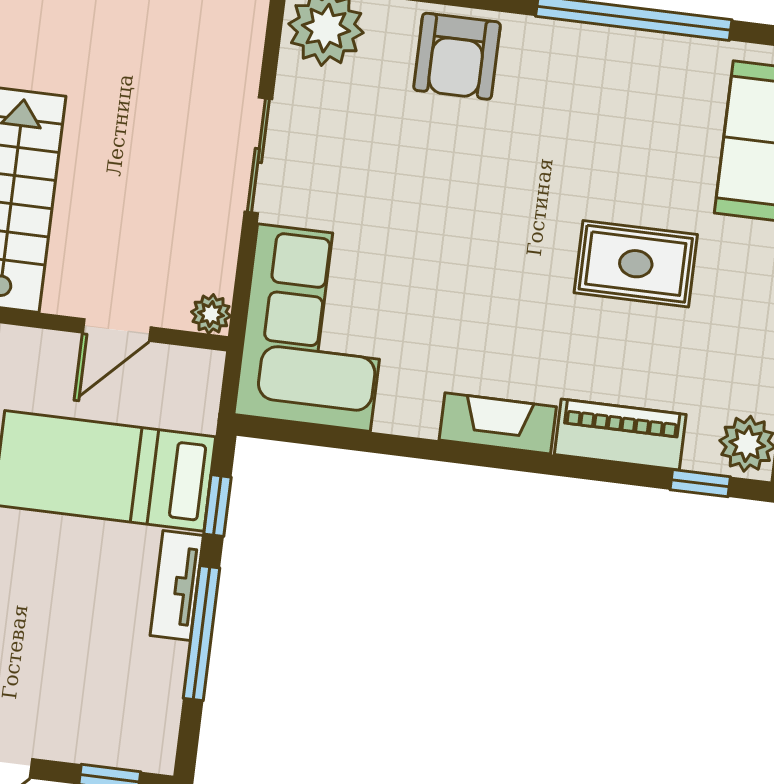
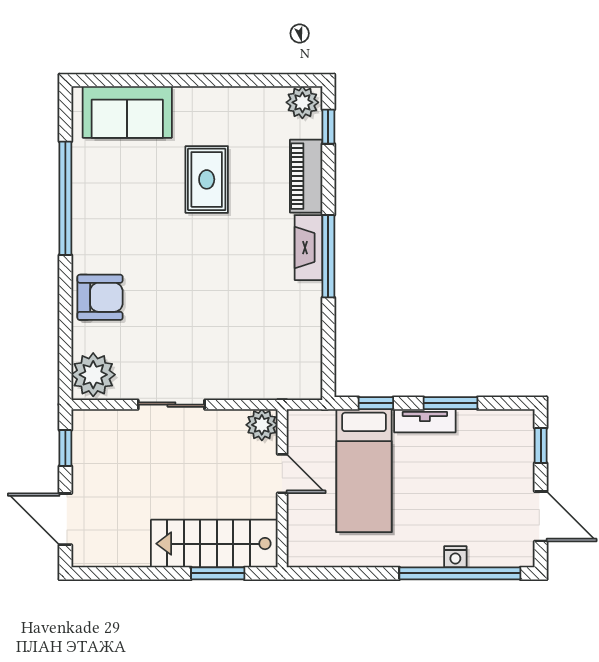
plant: (211, 314) -> (262, 425), width x1.38, depth x1.38
corner sofa: (314, 328) -> (267, 360), removed
window: (479, 456) -> (328, 256), added
window: (202, 633) -> (450, 403), width x0.69

